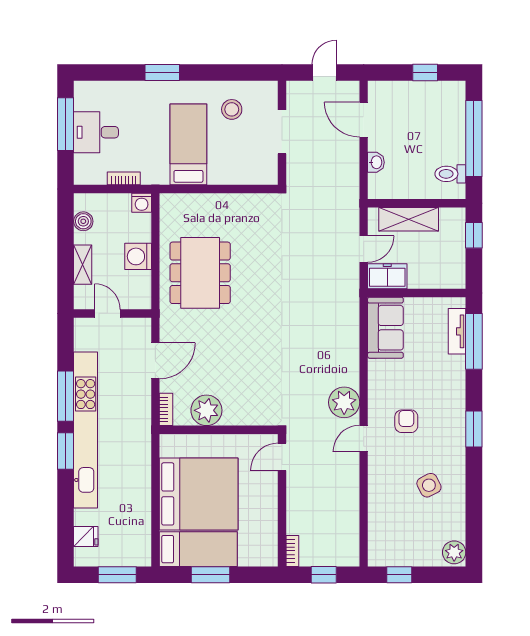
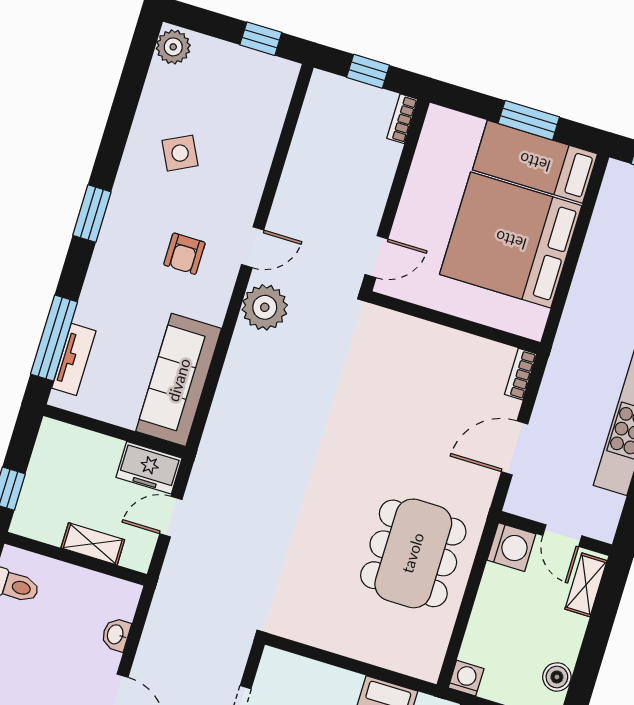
shelving: (409, 219) -> (93, 544), width x0.67, depth x0.75
washing machine: (138, 256) -> (511, 547), moved
shelving: (83, 265) -> (586, 585), moved
sofa: (385, 328) -> (179, 380), width x1.36
plant: (206, 410) -> (464, 355), removed

